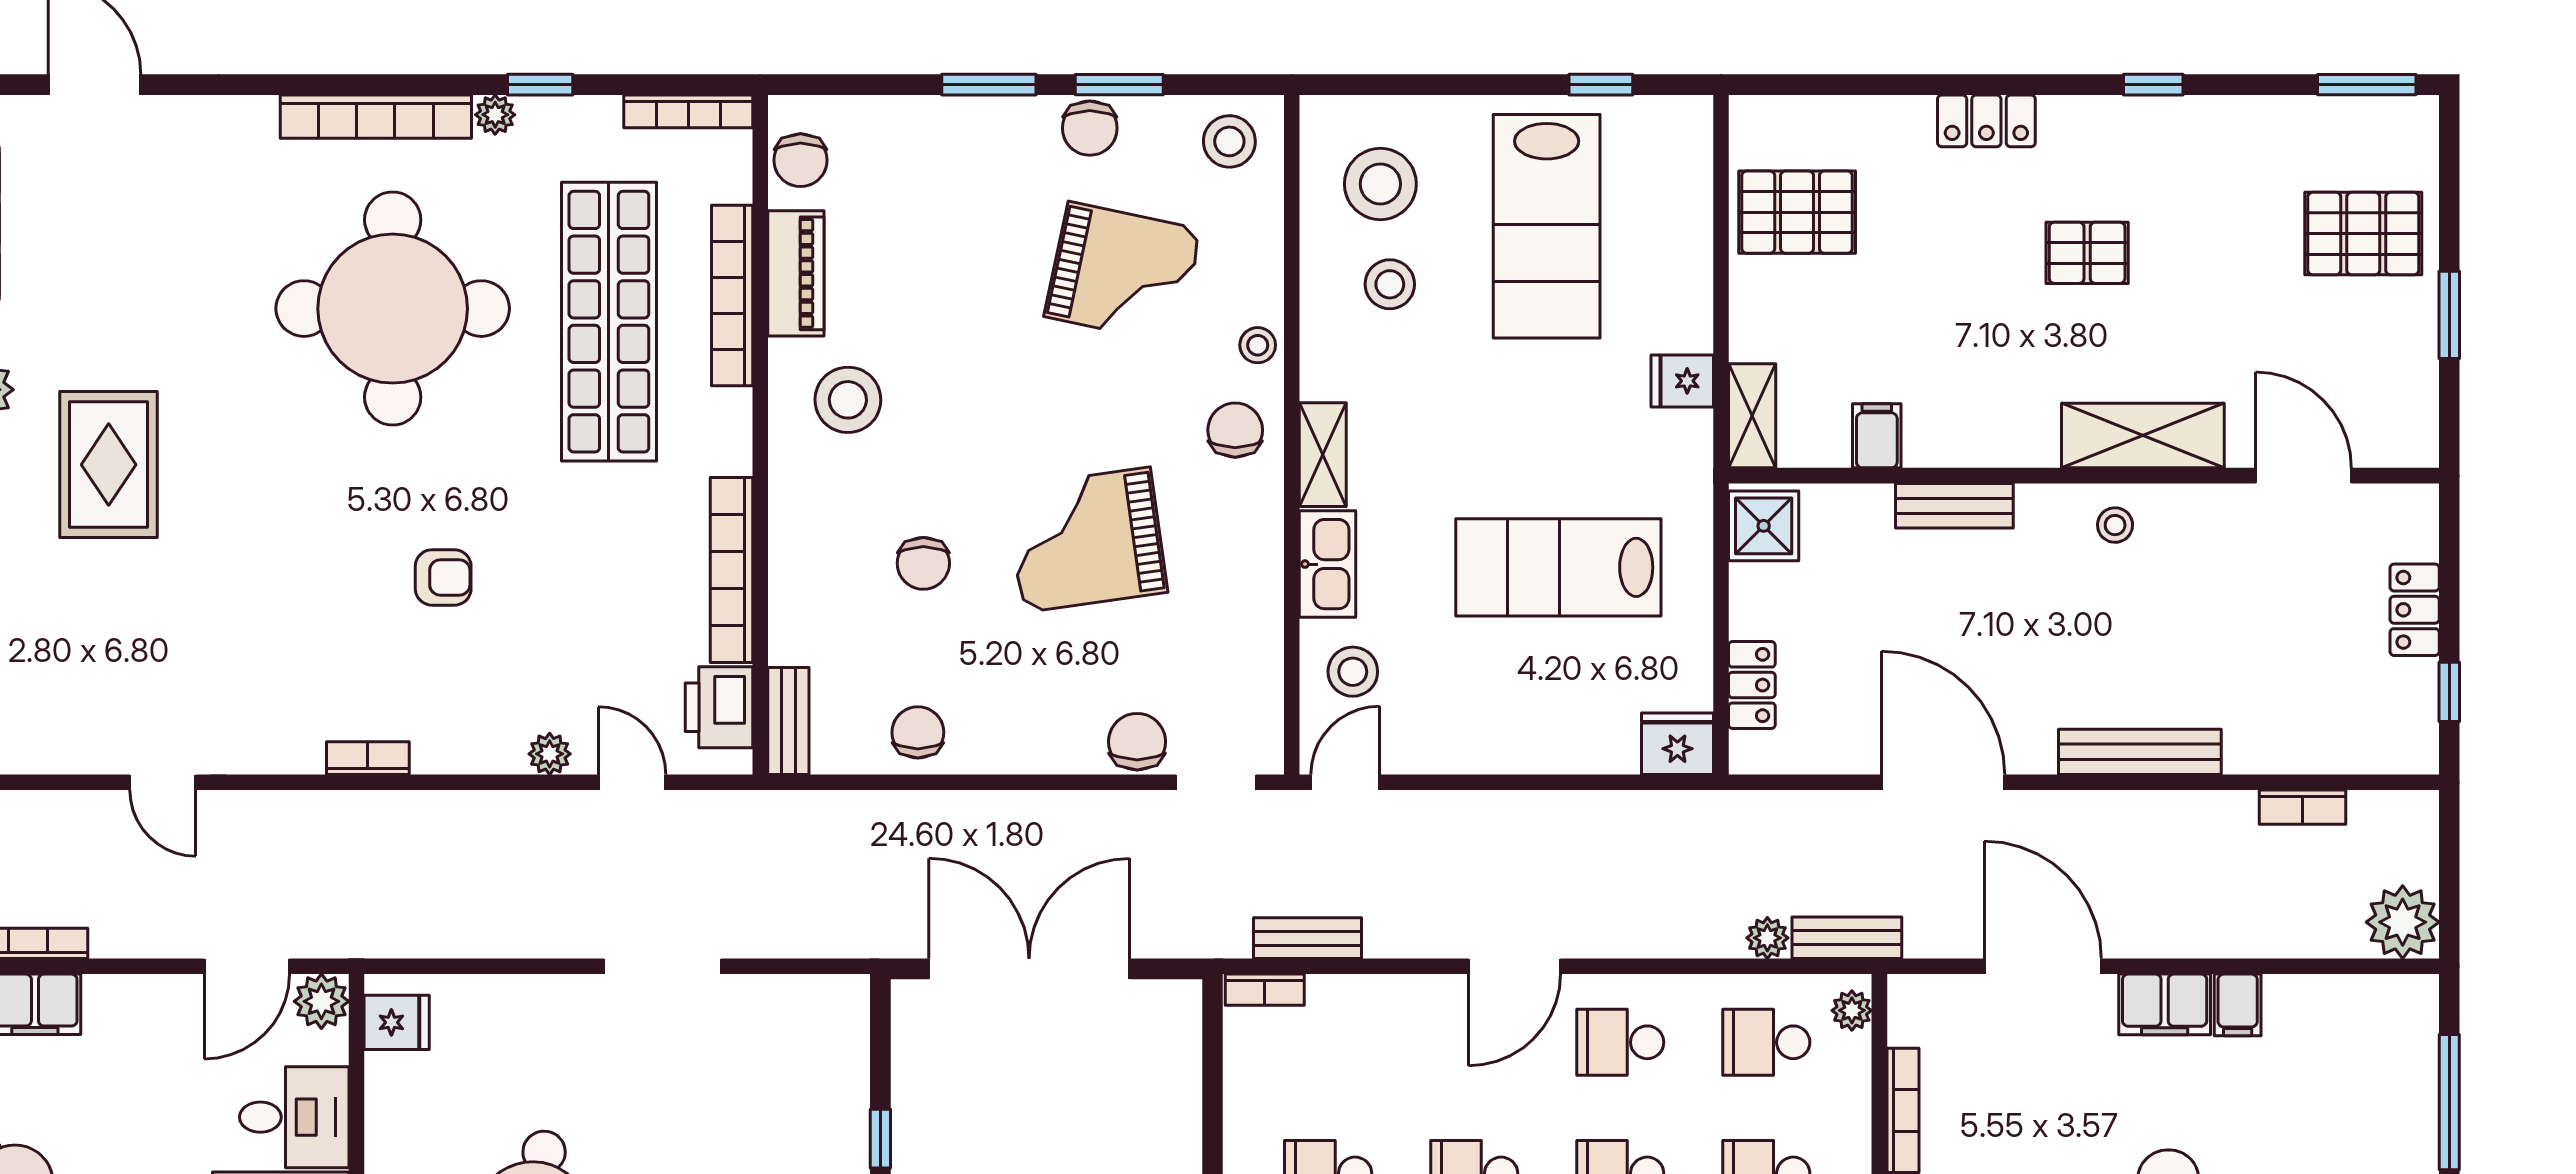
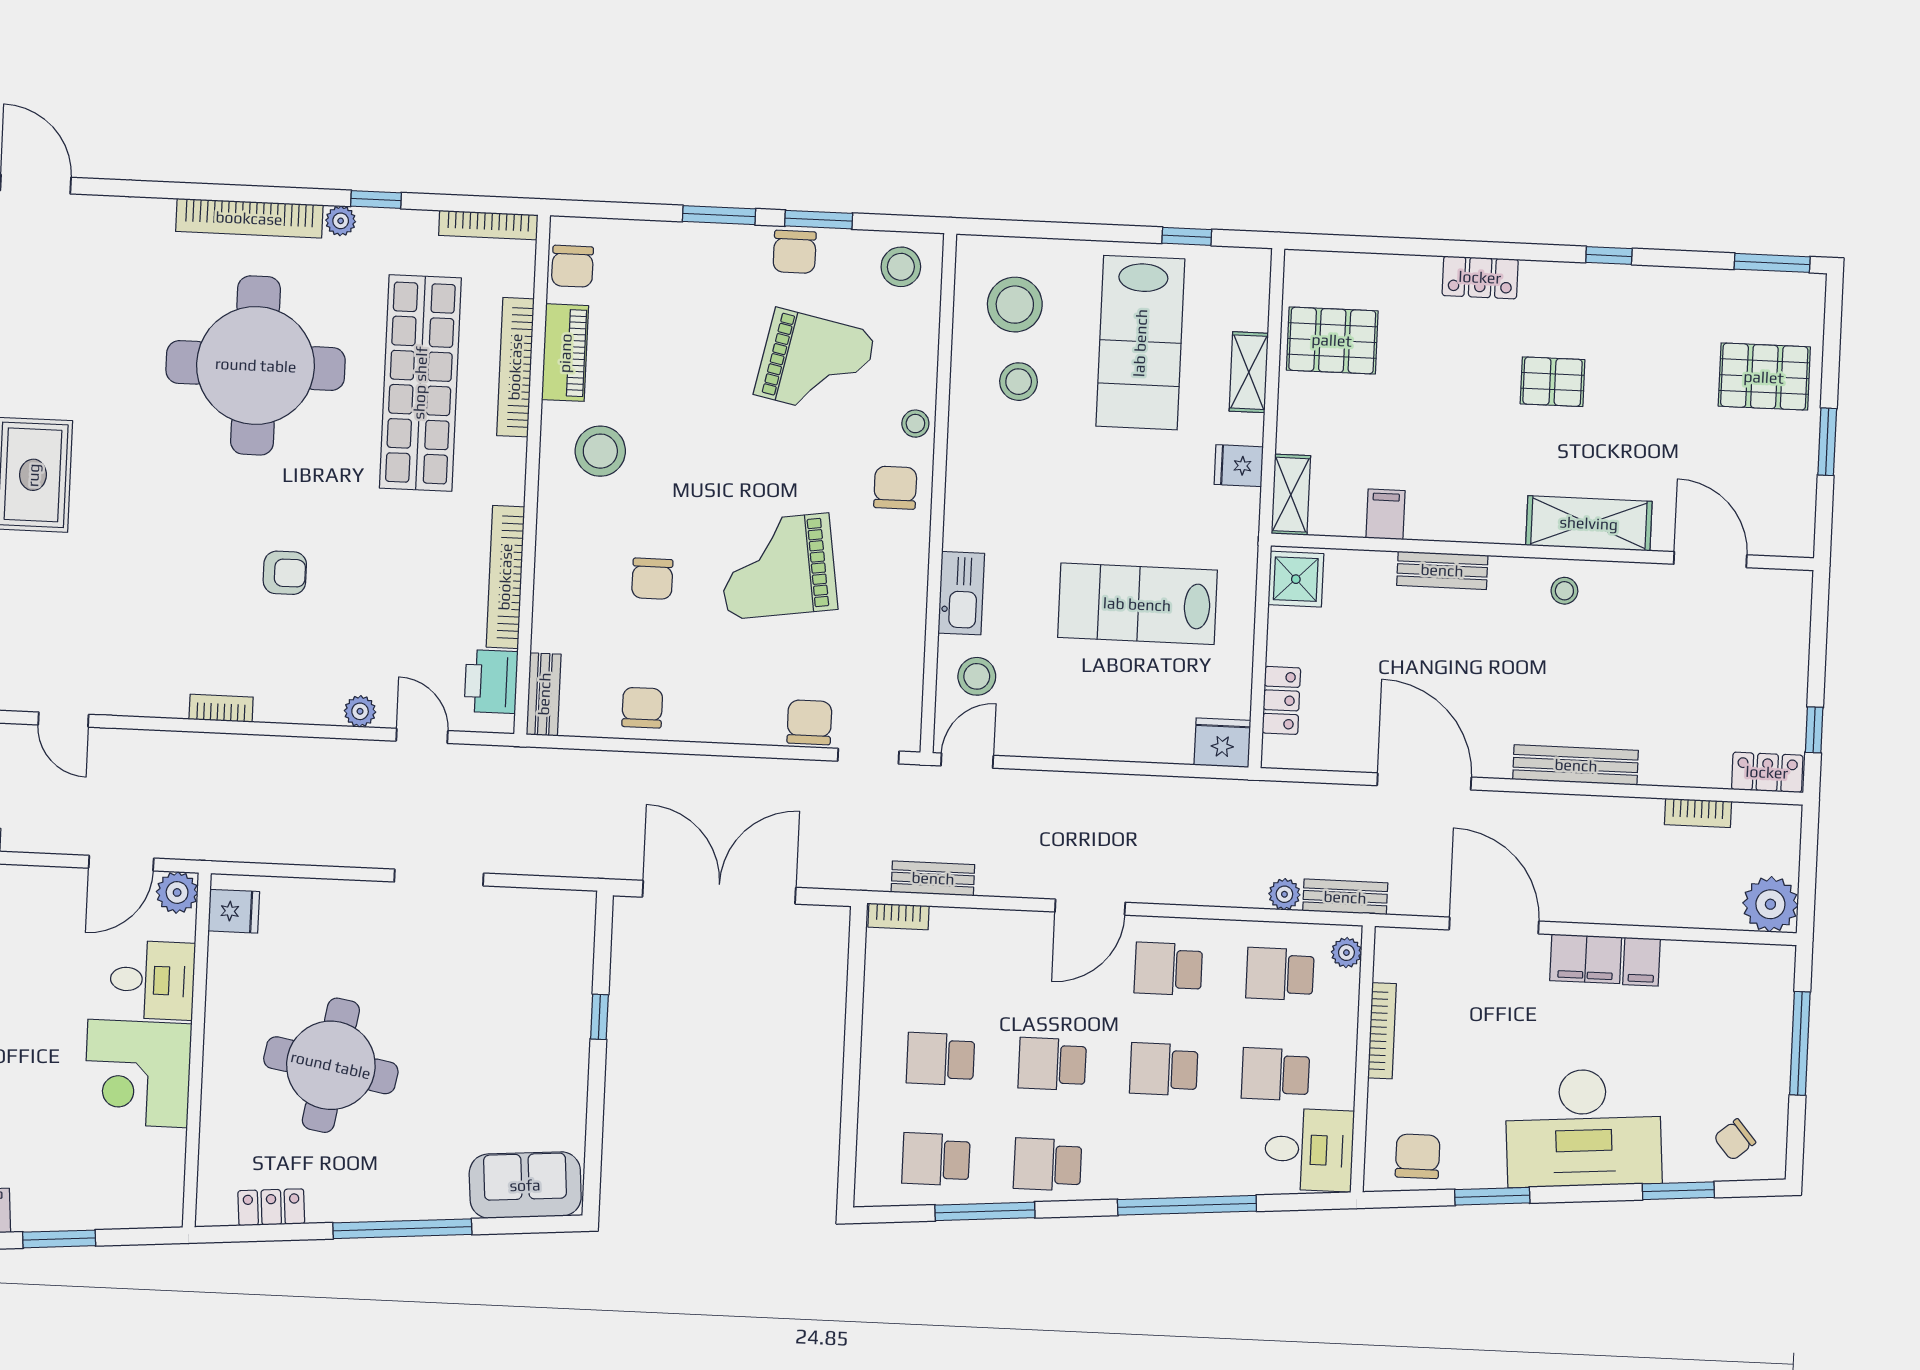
shelving: (1323, 455) -> (1249, 372), moved
locker: (2415, 610) -> (1767, 772), moved, turned 90

